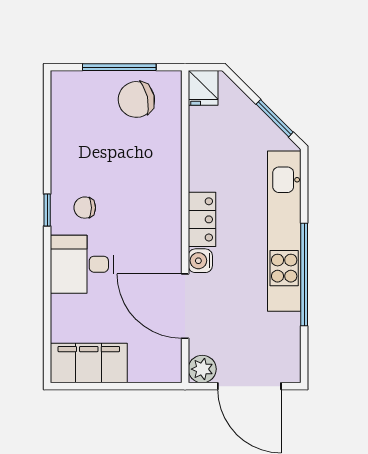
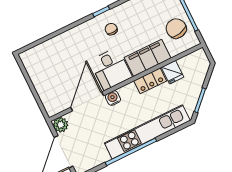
fridge: (203, 88) -> (172, 72), moved, turned -90
locker: (202, 219) -> (150, 81), moved
desk: (82, 264) -> (111, 69), moved, turned 180
filing cabinet: (89, 363) -> (148, 58), moved, turned -90

